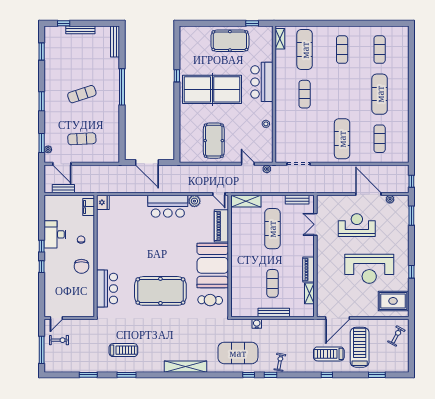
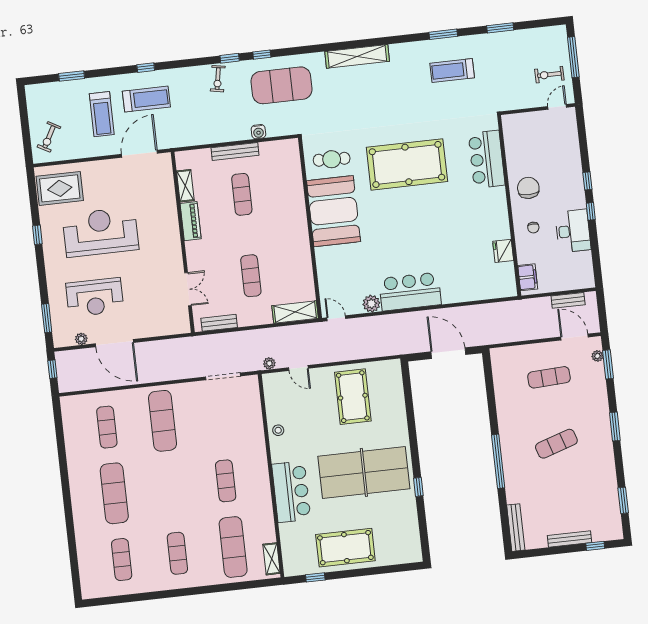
fridge: (103, 202) -> (503, 251), moved
reception desk: (357, 225) -> (95, 297), moved
piano: (221, 226) -> (327, 271), removed
exercise mat: (272, 229) -> (251, 276), width x0.73, depth x0.69
treadmill: (360, 347) -> (102, 114), width x0.73, depth x0.73

